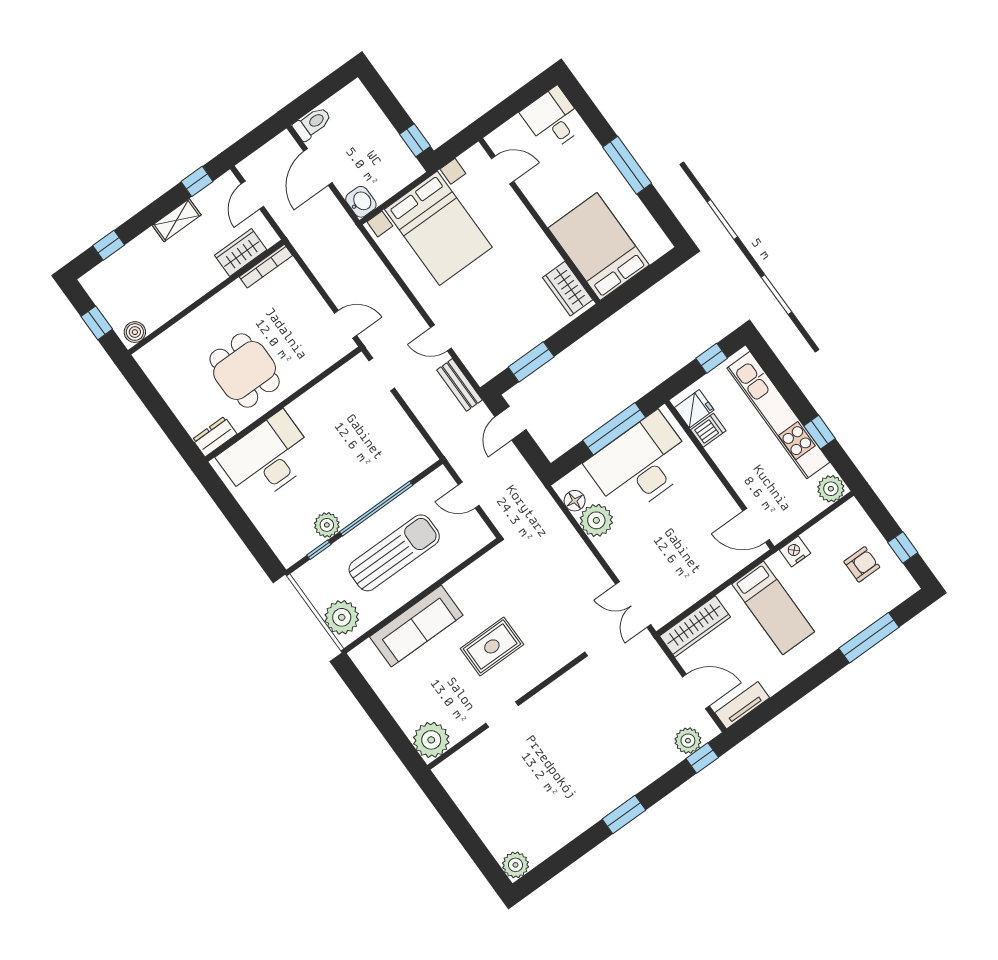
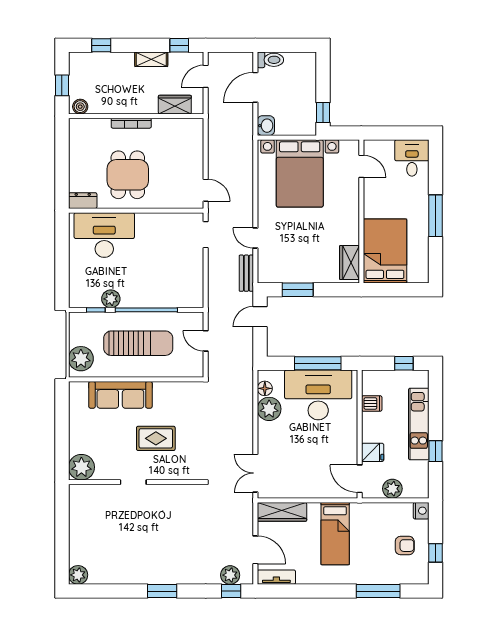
bookcase: (266, 266) -> (131, 123), moved
fridge: (694, 409) -> (373, 452), moved
kitchen unit: (778, 415) -> (419, 424), width x0.73
plant: (831, 489) -> (392, 489), moved
nightstand: (795, 551) -> (421, 511), moved, turned 90

